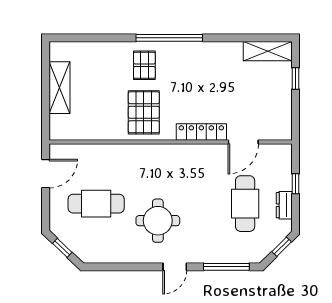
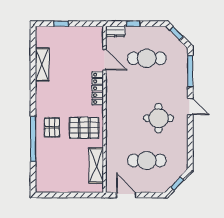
window: (169, 38) -> (33, 139), moved
shelving: (268, 51) -> (42, 65), moved
pallet: (144, 65) -> (52, 127), turned 90
shelving: (60, 88) -> (96, 165), moved, turned 90
cafe table: (96, 204) -> (147, 160), turned 90
dresser: (284, 205) -> (115, 31), moved

